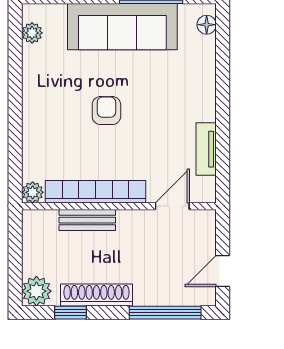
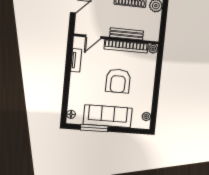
armchair: (106, 111) -> (118, 81), width x1.88, depth x1.88
bench: (87, 220) -> (127, 34), width x1.36

